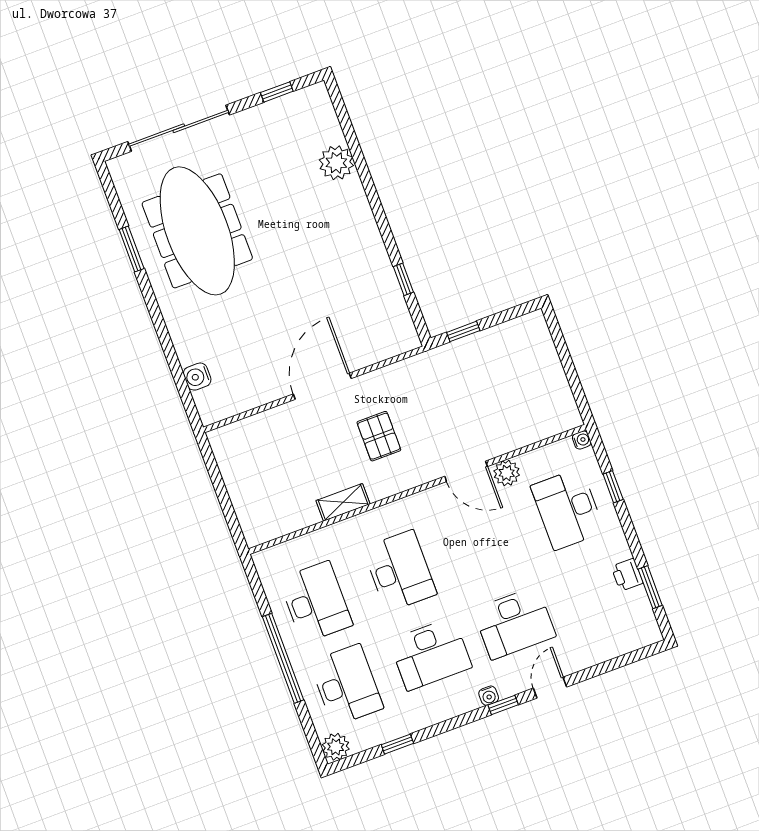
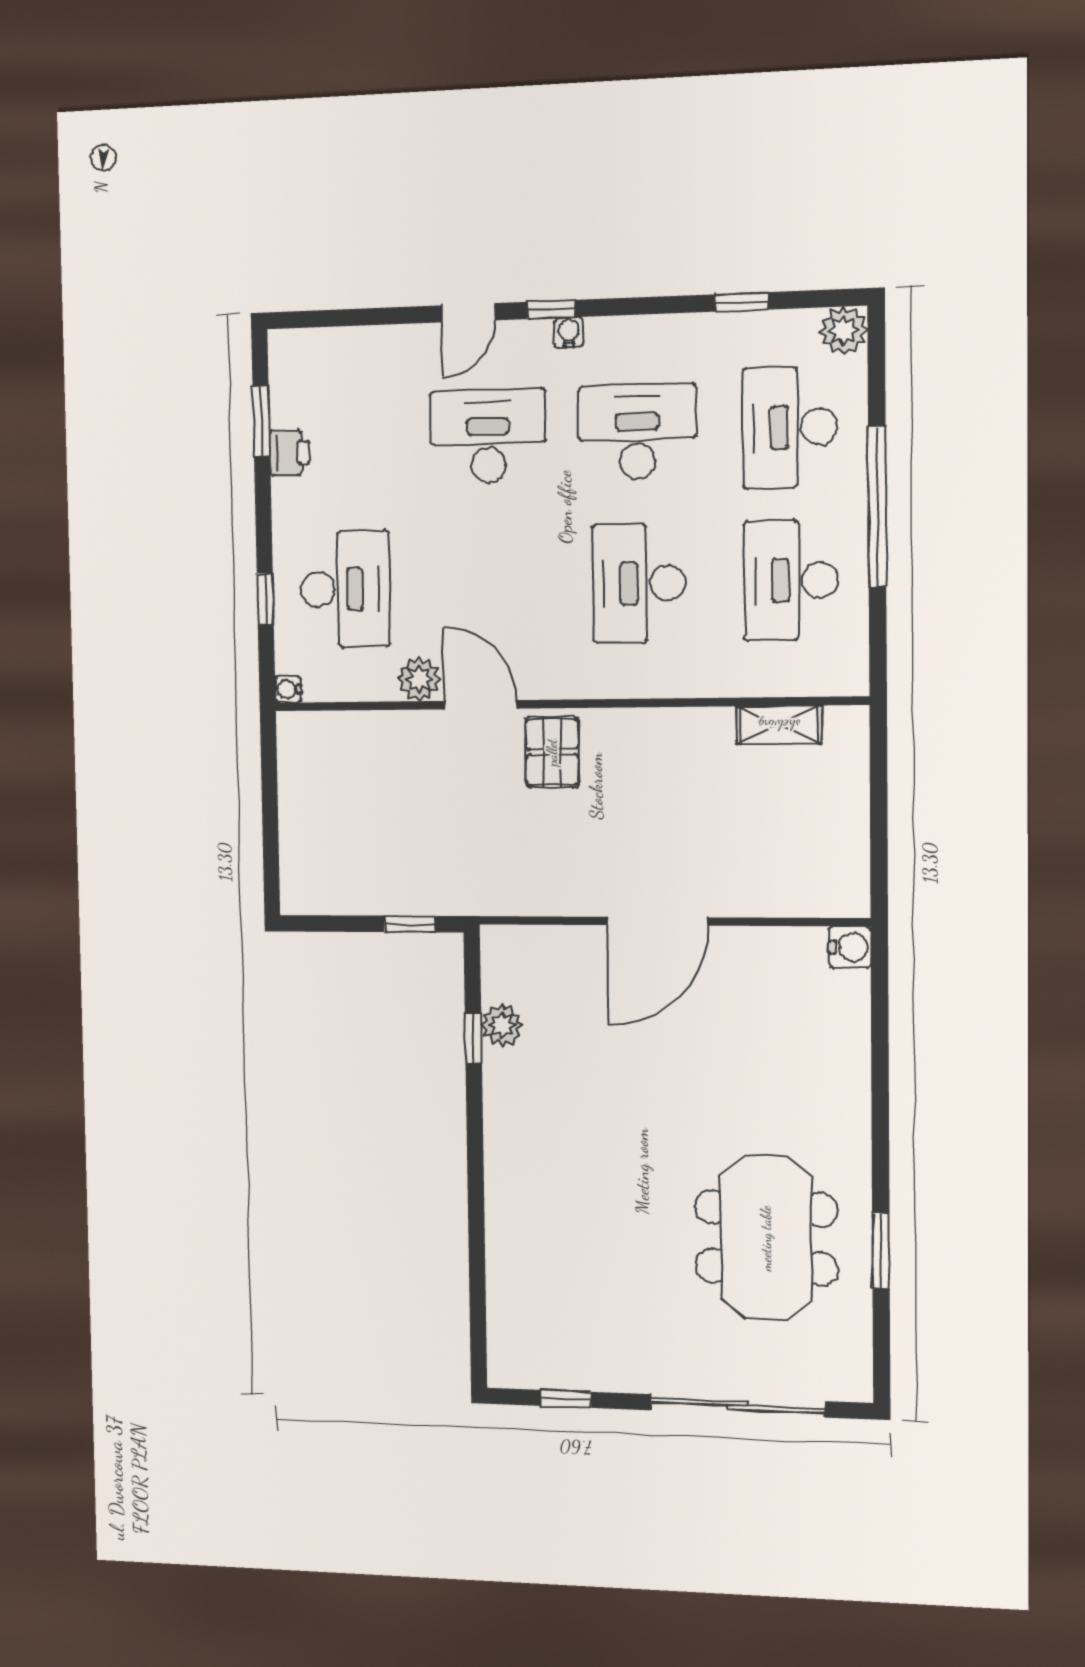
plant: (336, 163) -> (502, 1025), moved, width x0.73, depth x0.73
meeting table: (197, 231) -> (766, 1238), width x0.73
water cooler: (197, 377) -> (850, 947), moved
pallet: (379, 436) -> (552, 752), moved
shelving: (343, 502) -> (779, 725), moved

